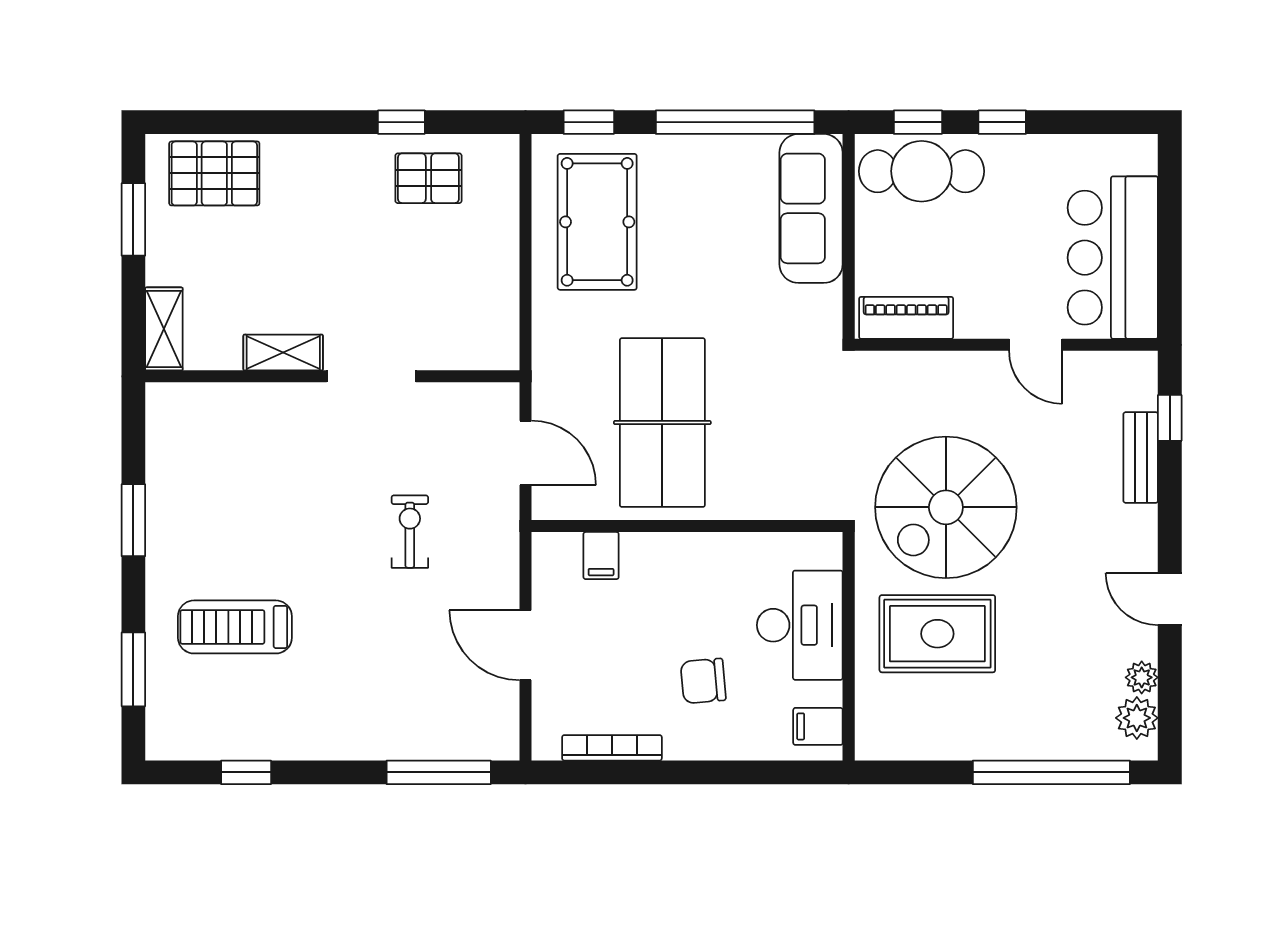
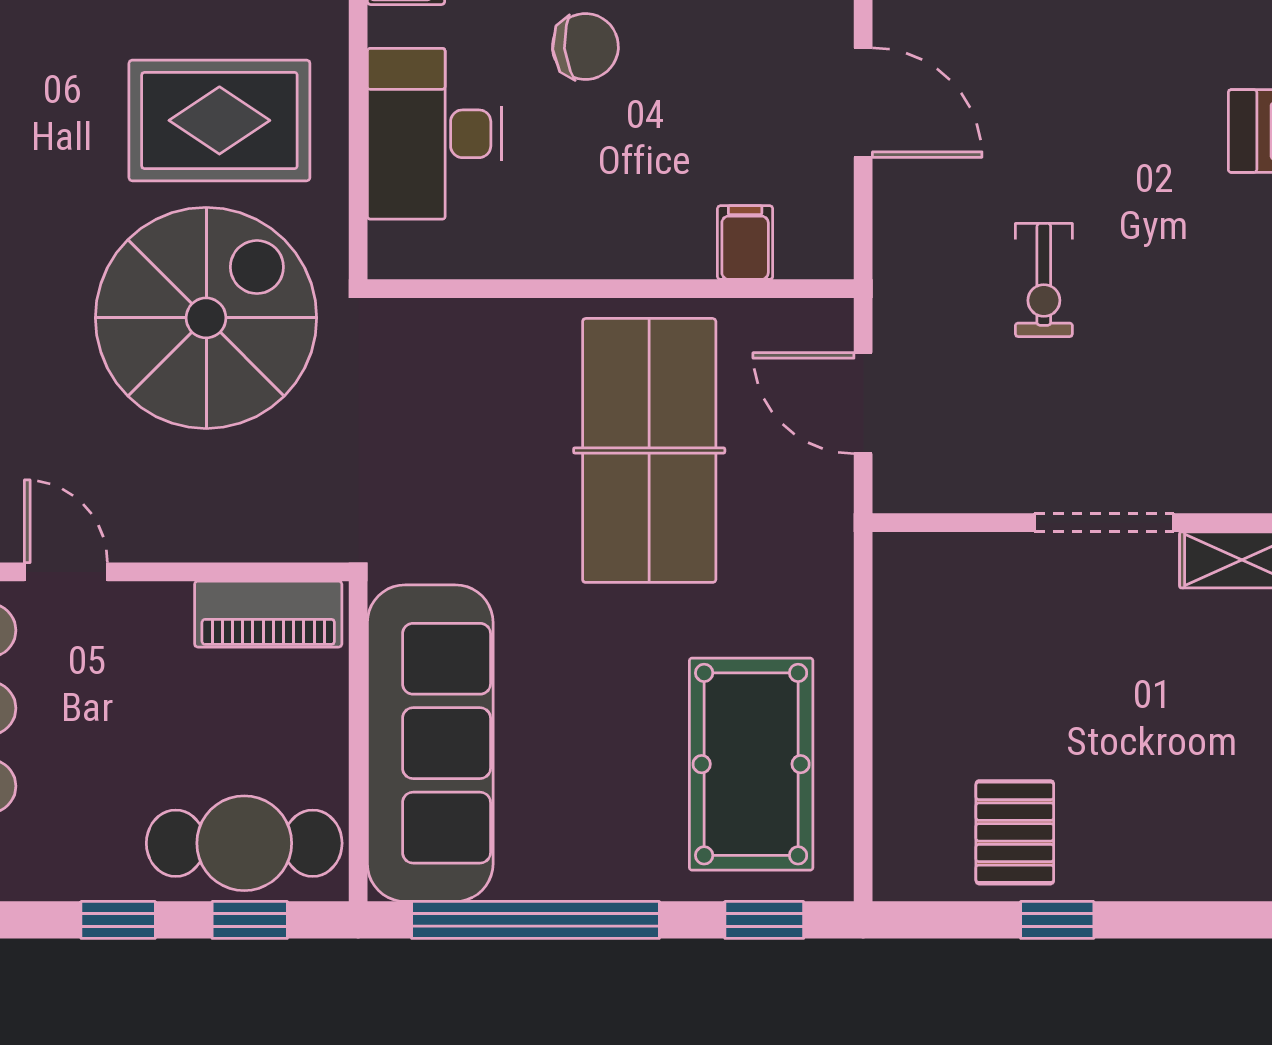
pallet: (428, 178) -> (1015, 832), turned 90
sofa: (811, 208) -> (430, 743), width x1.36, depth x1.27

